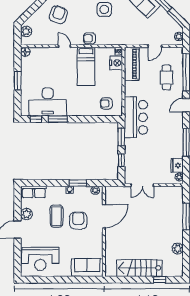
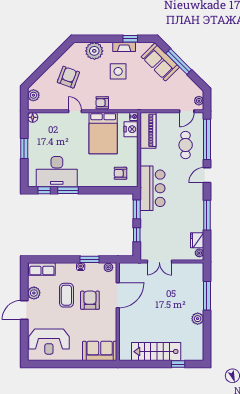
door: (155, 46) -> (187, 111), moved
bed: (86, 66) -> (103, 133), width x1.50
plant: (178, 249) -> (198, 319), moved

